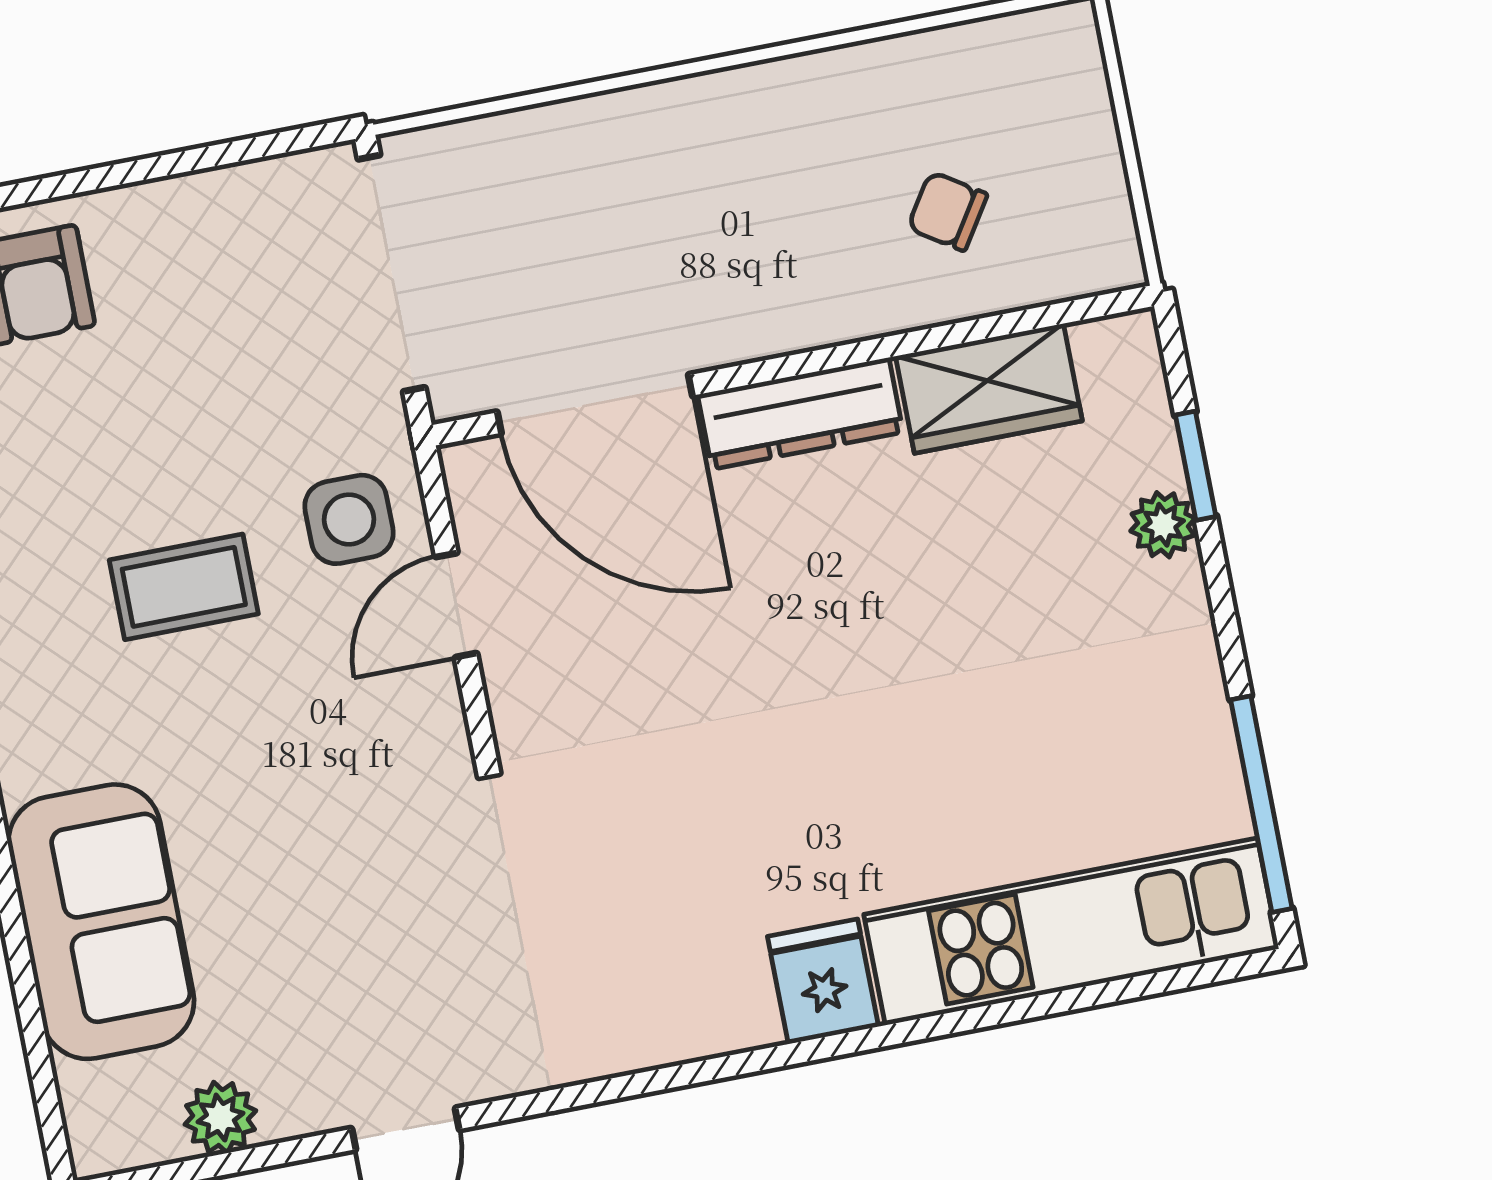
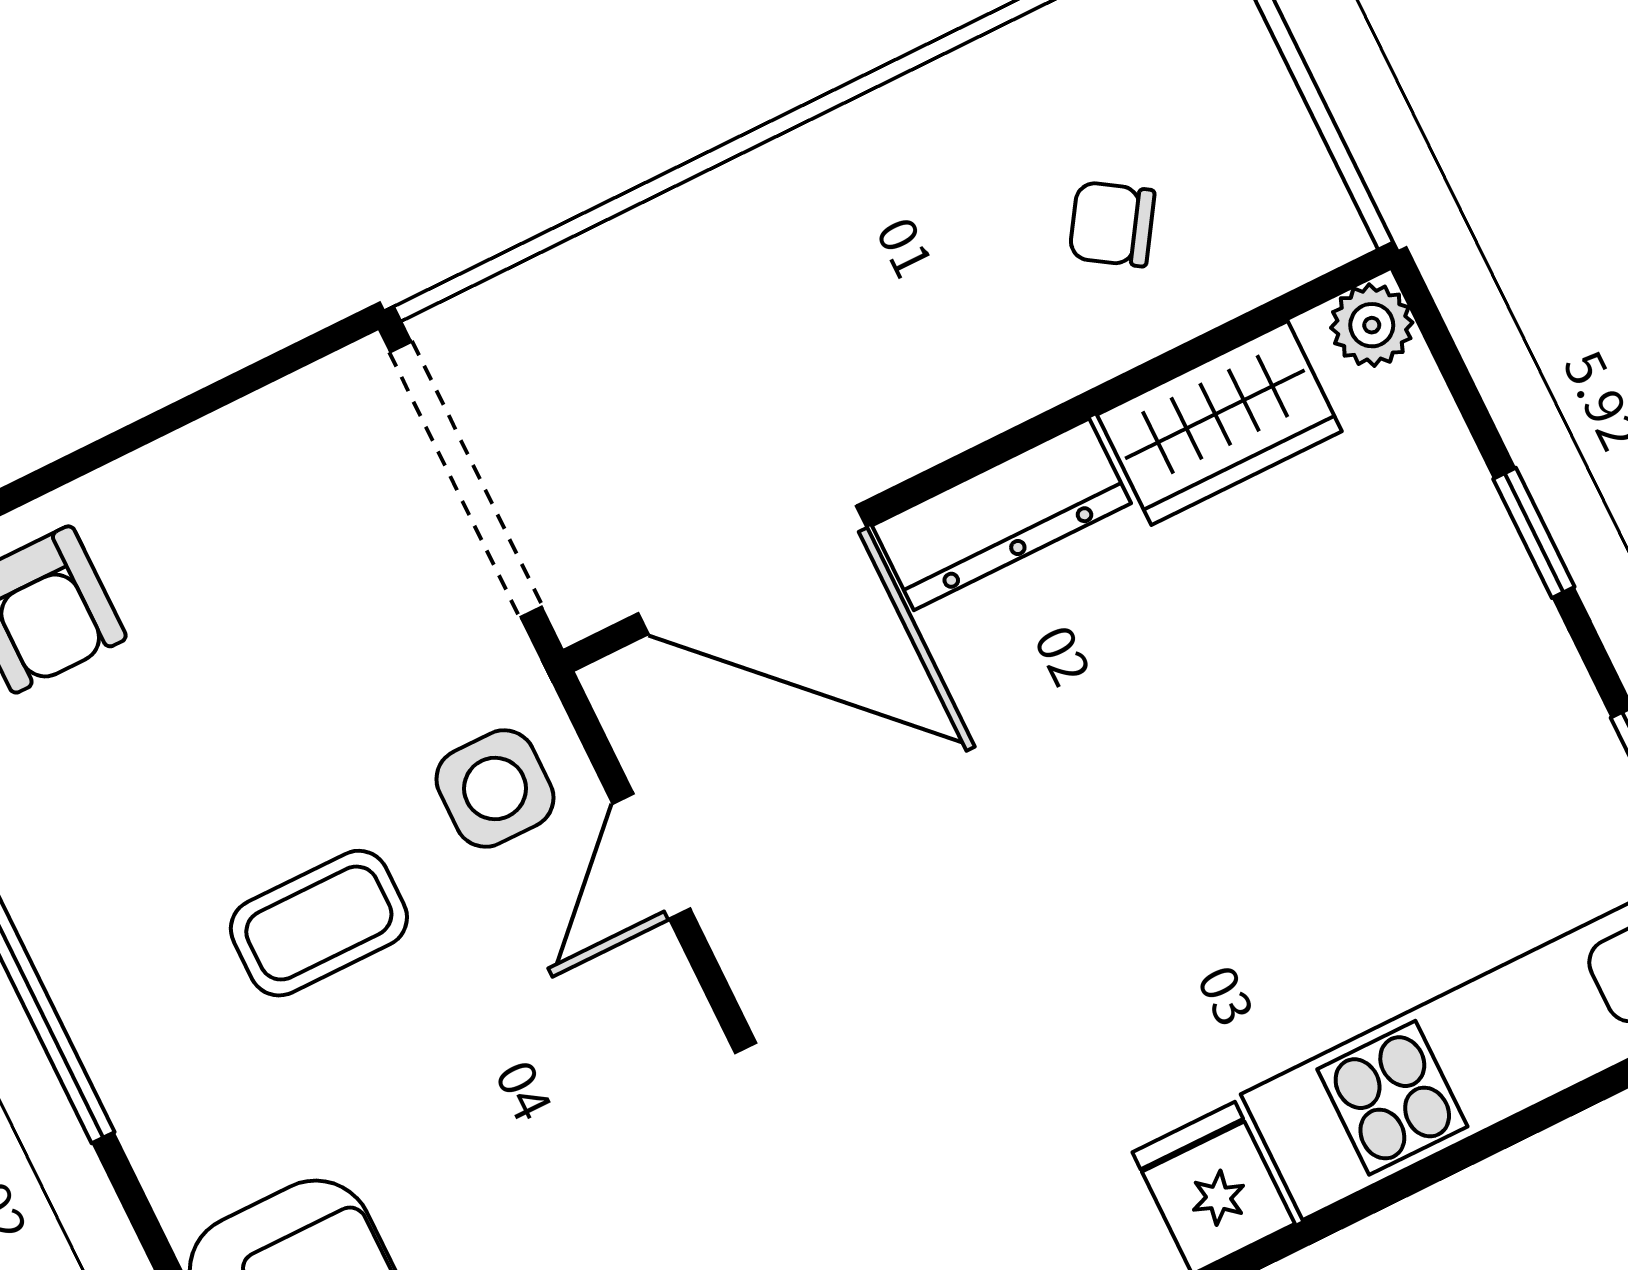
window: (1196, 466) -> (1534, 533), moved
plant: (1163, 525) -> (1372, 325), moved

